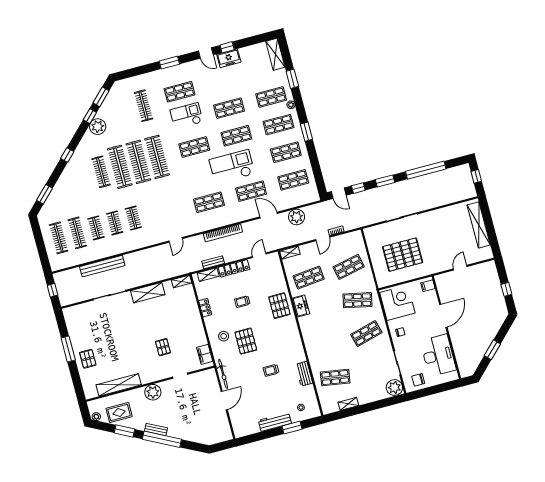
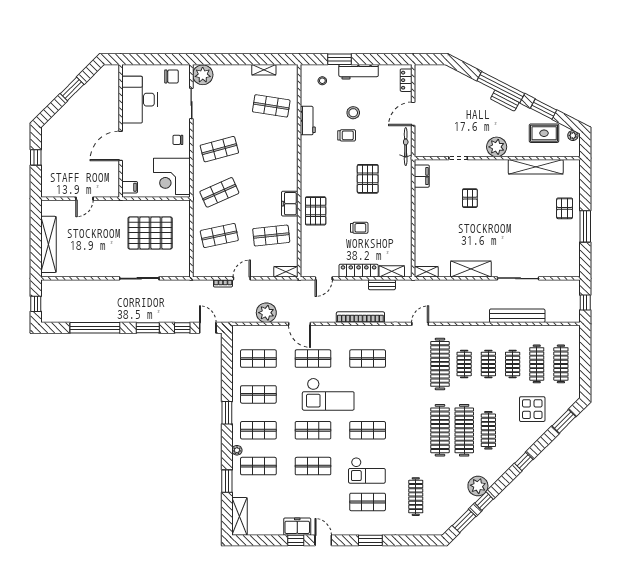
clothes rail: (157, 157) -> (440, 364), moved
display table: (72, 197) -> (532, 409), added
shop shelf: (357, 300) -> (219, 192), turned -36
locker: (205, 308) -> (406, 80), moved
stool: (224, 336) -> (353, 113), moved

